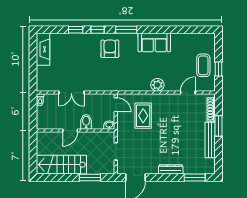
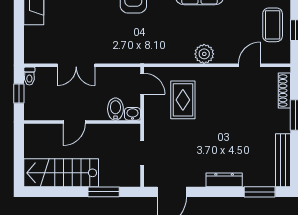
window: (33, 111) -> (19, 94), added
bidet: (86, 122) -> (115, 109), moved
bench: (210, 140) -> (283, 160), moved

